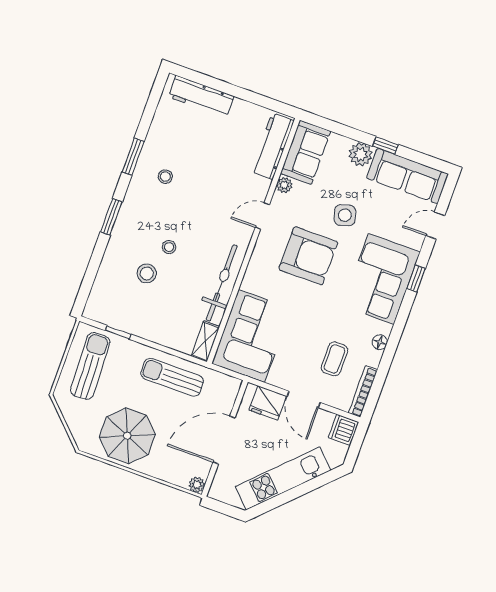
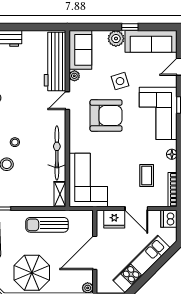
workbench: (272, 146) -> (55, 61), width x1.36, depth x1.32

